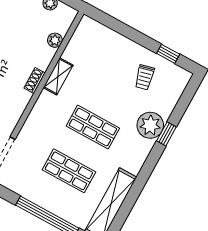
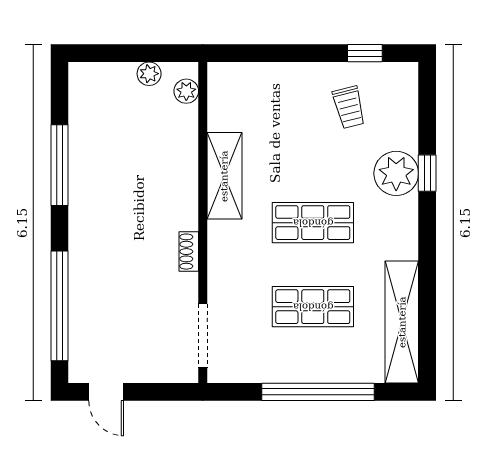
plant: (55, 40) -> (186, 91), moved
shelving: (58, 76) -> (224, 176), width x1.50, depth x1.33
shoe rack: (35, 81) -> (189, 252), moved

